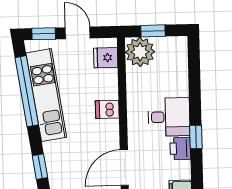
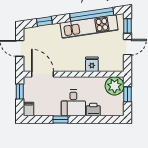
fridge: (106, 58) -> (92, 64), moved
dishwasher: (107, 109) -> (79, 64), removed
printer: (180, 148) -> (93, 109), moved

